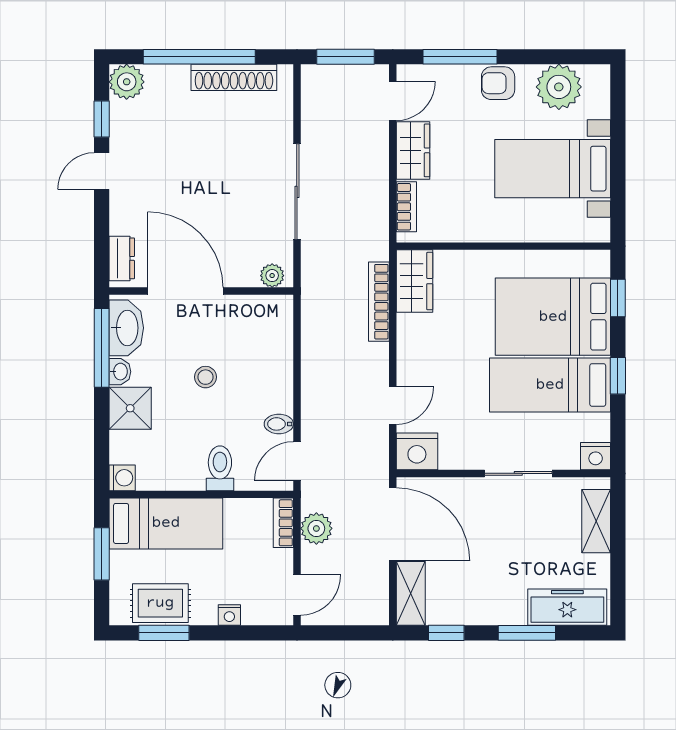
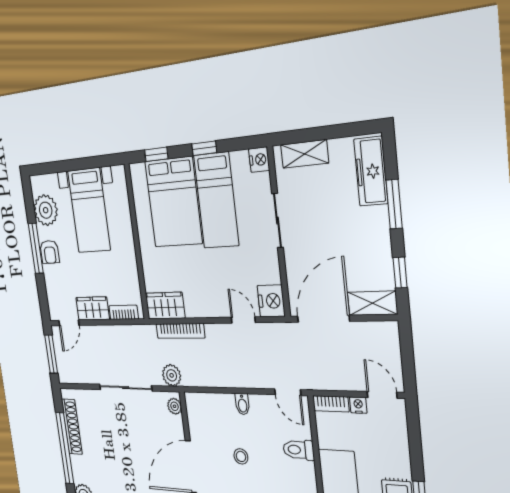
window: (460, 57) -> (36, 248), moved
door: (393, 101) -> (69, 323), swing flipped
bidet: (279, 424) -> (242, 404), moved
plant: (316, 528) -> (172, 375), moved
nightstand: (229, 615) -> (358, 405), moved, turned -90

